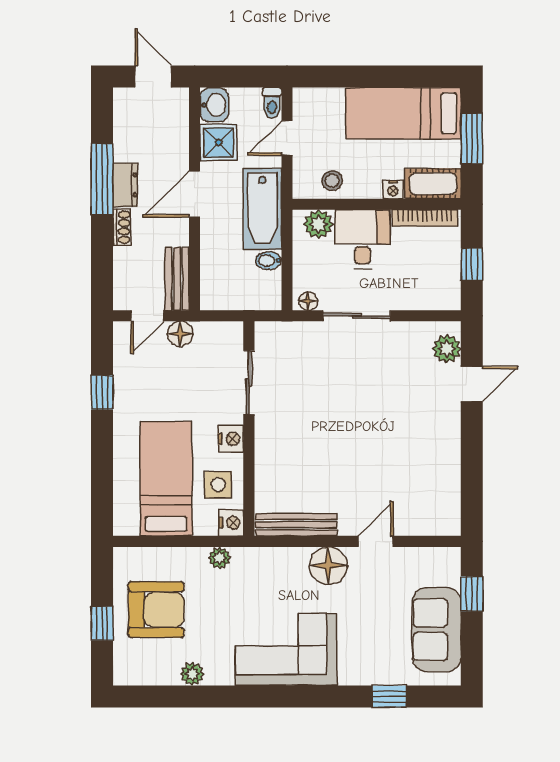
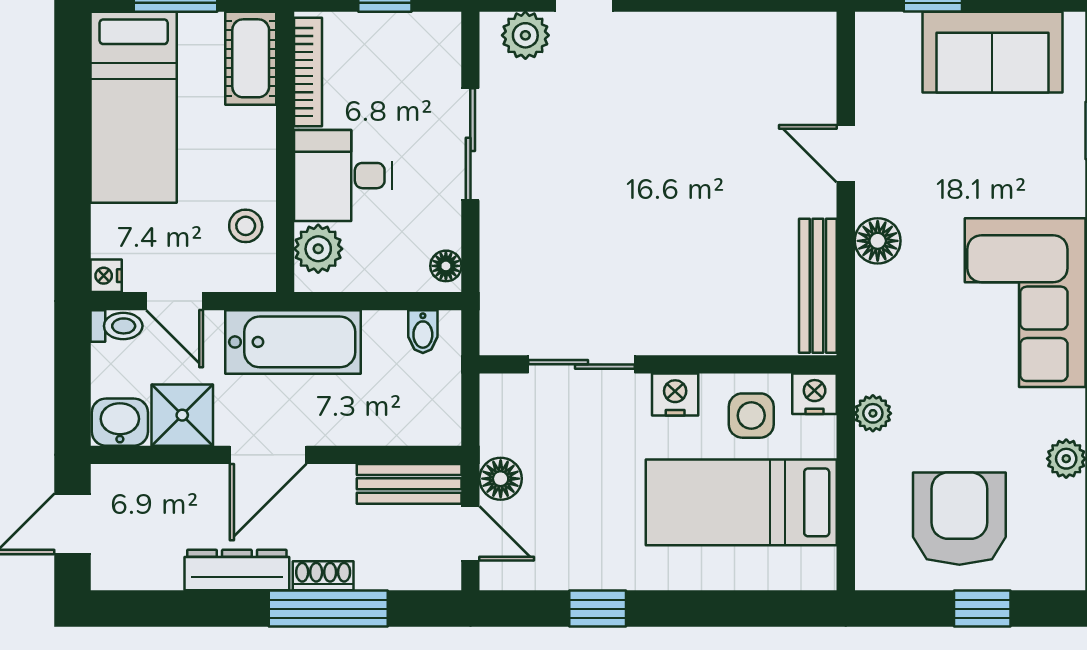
window: (102, 179) -> (328, 609), moved
dresser: (125, 185) -> (237, 570), width x1.44
nightstand: (393, 190) -> (106, 276), moved, turned 180
door: (195, 194) -> (268, 455), hinge flipped
bidet: (269, 261) -> (423, 332), moved
sliding door: (357, 316) -> (470, 144), moved
floor lamp: (328, 566) -> (878, 241), width x0.73, depth x0.73

